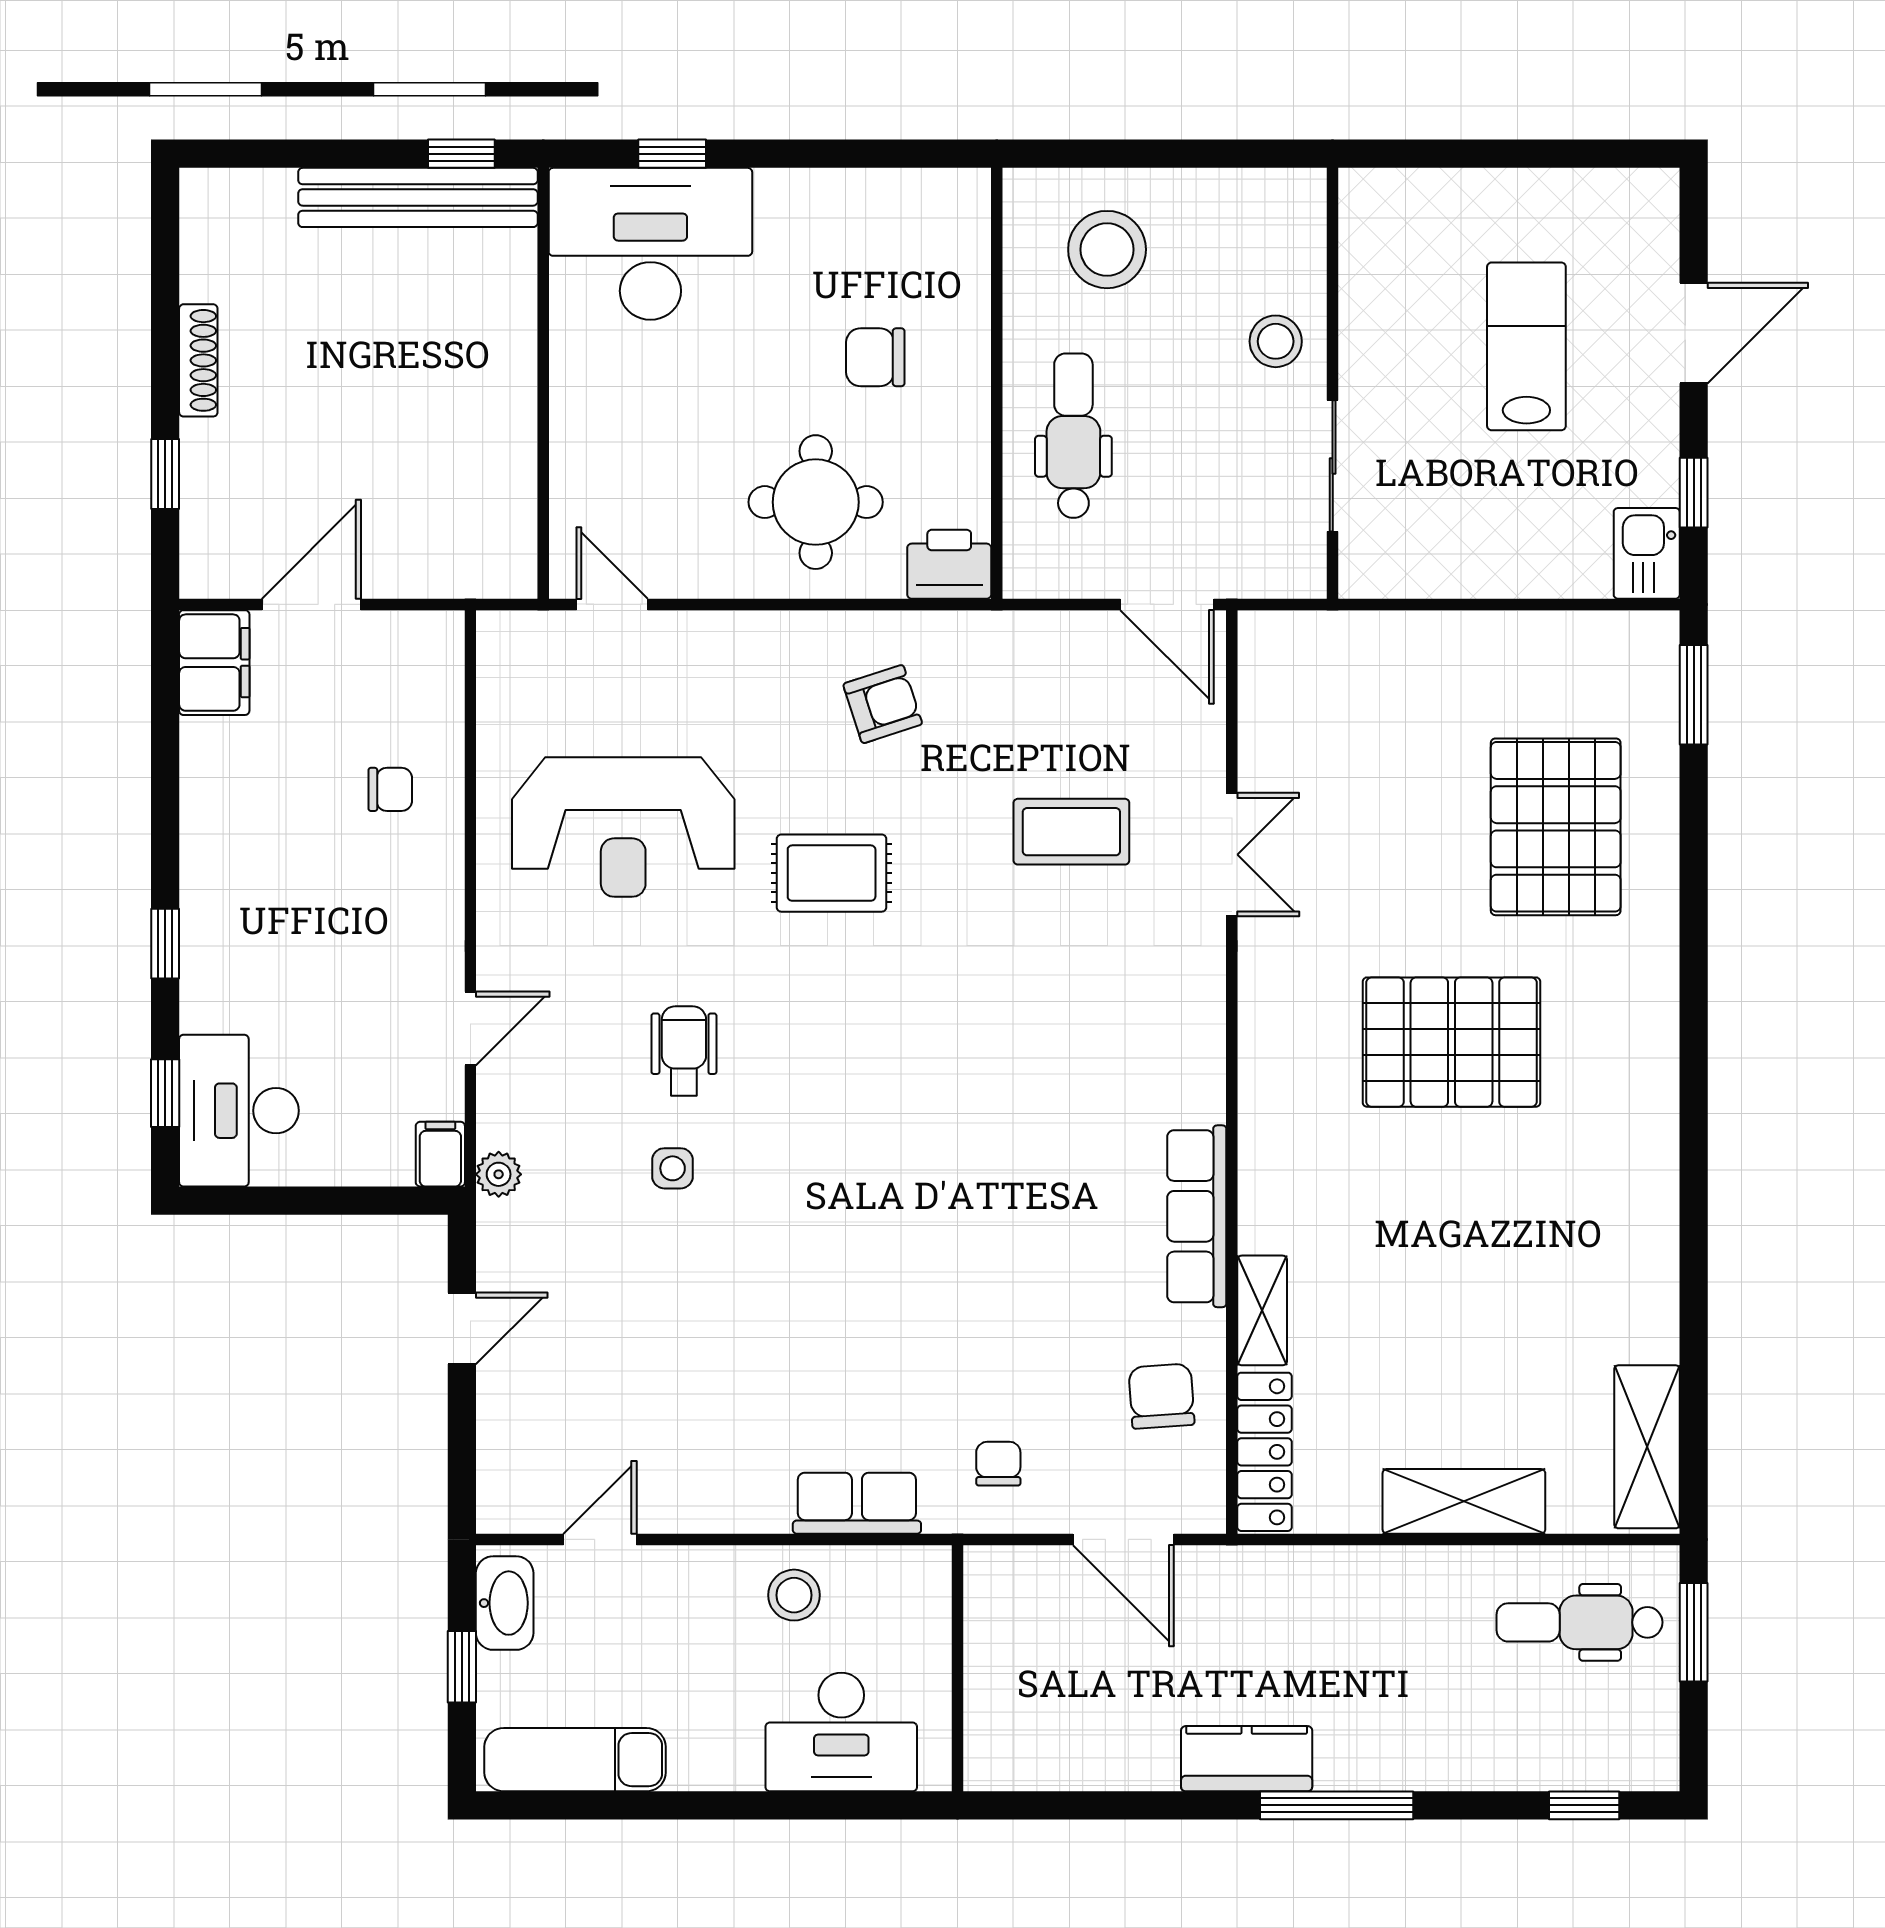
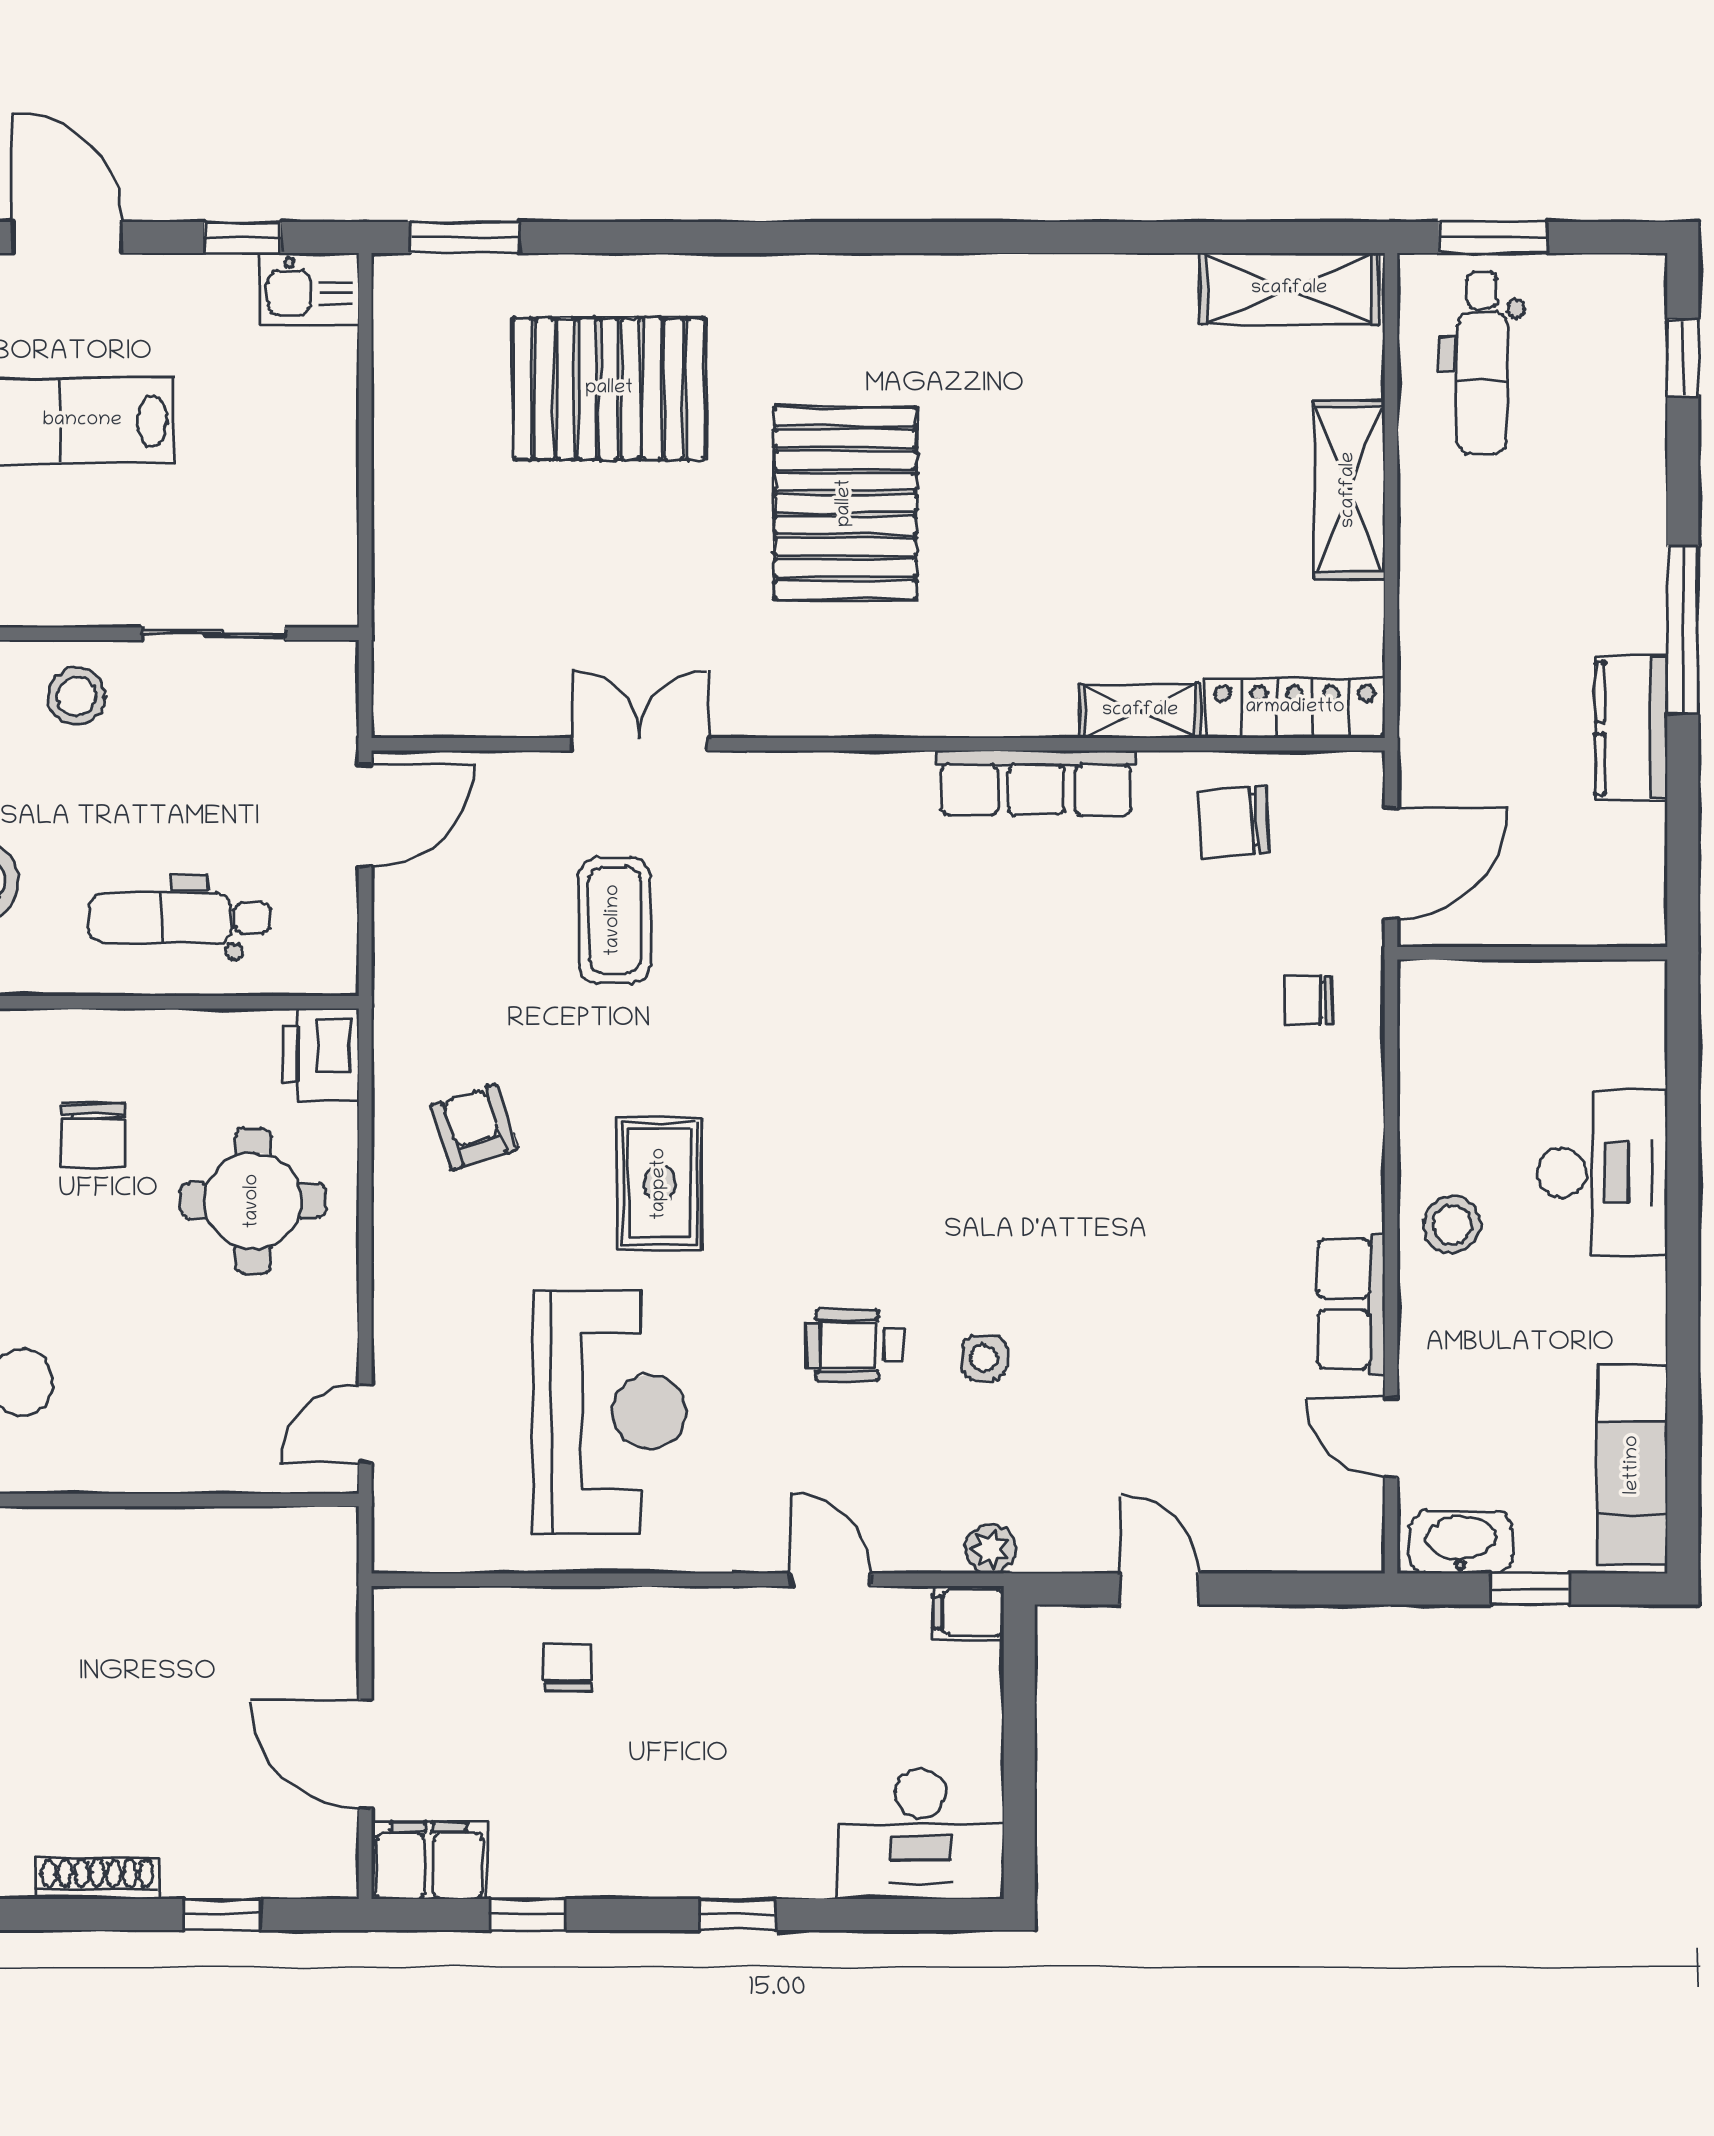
window: (165, 1093) -> (528, 1915), moved
row of seats: (857, 1503) -> (1351, 1304), moved
wall: (957, 1668) -> (1532, 953), moved

